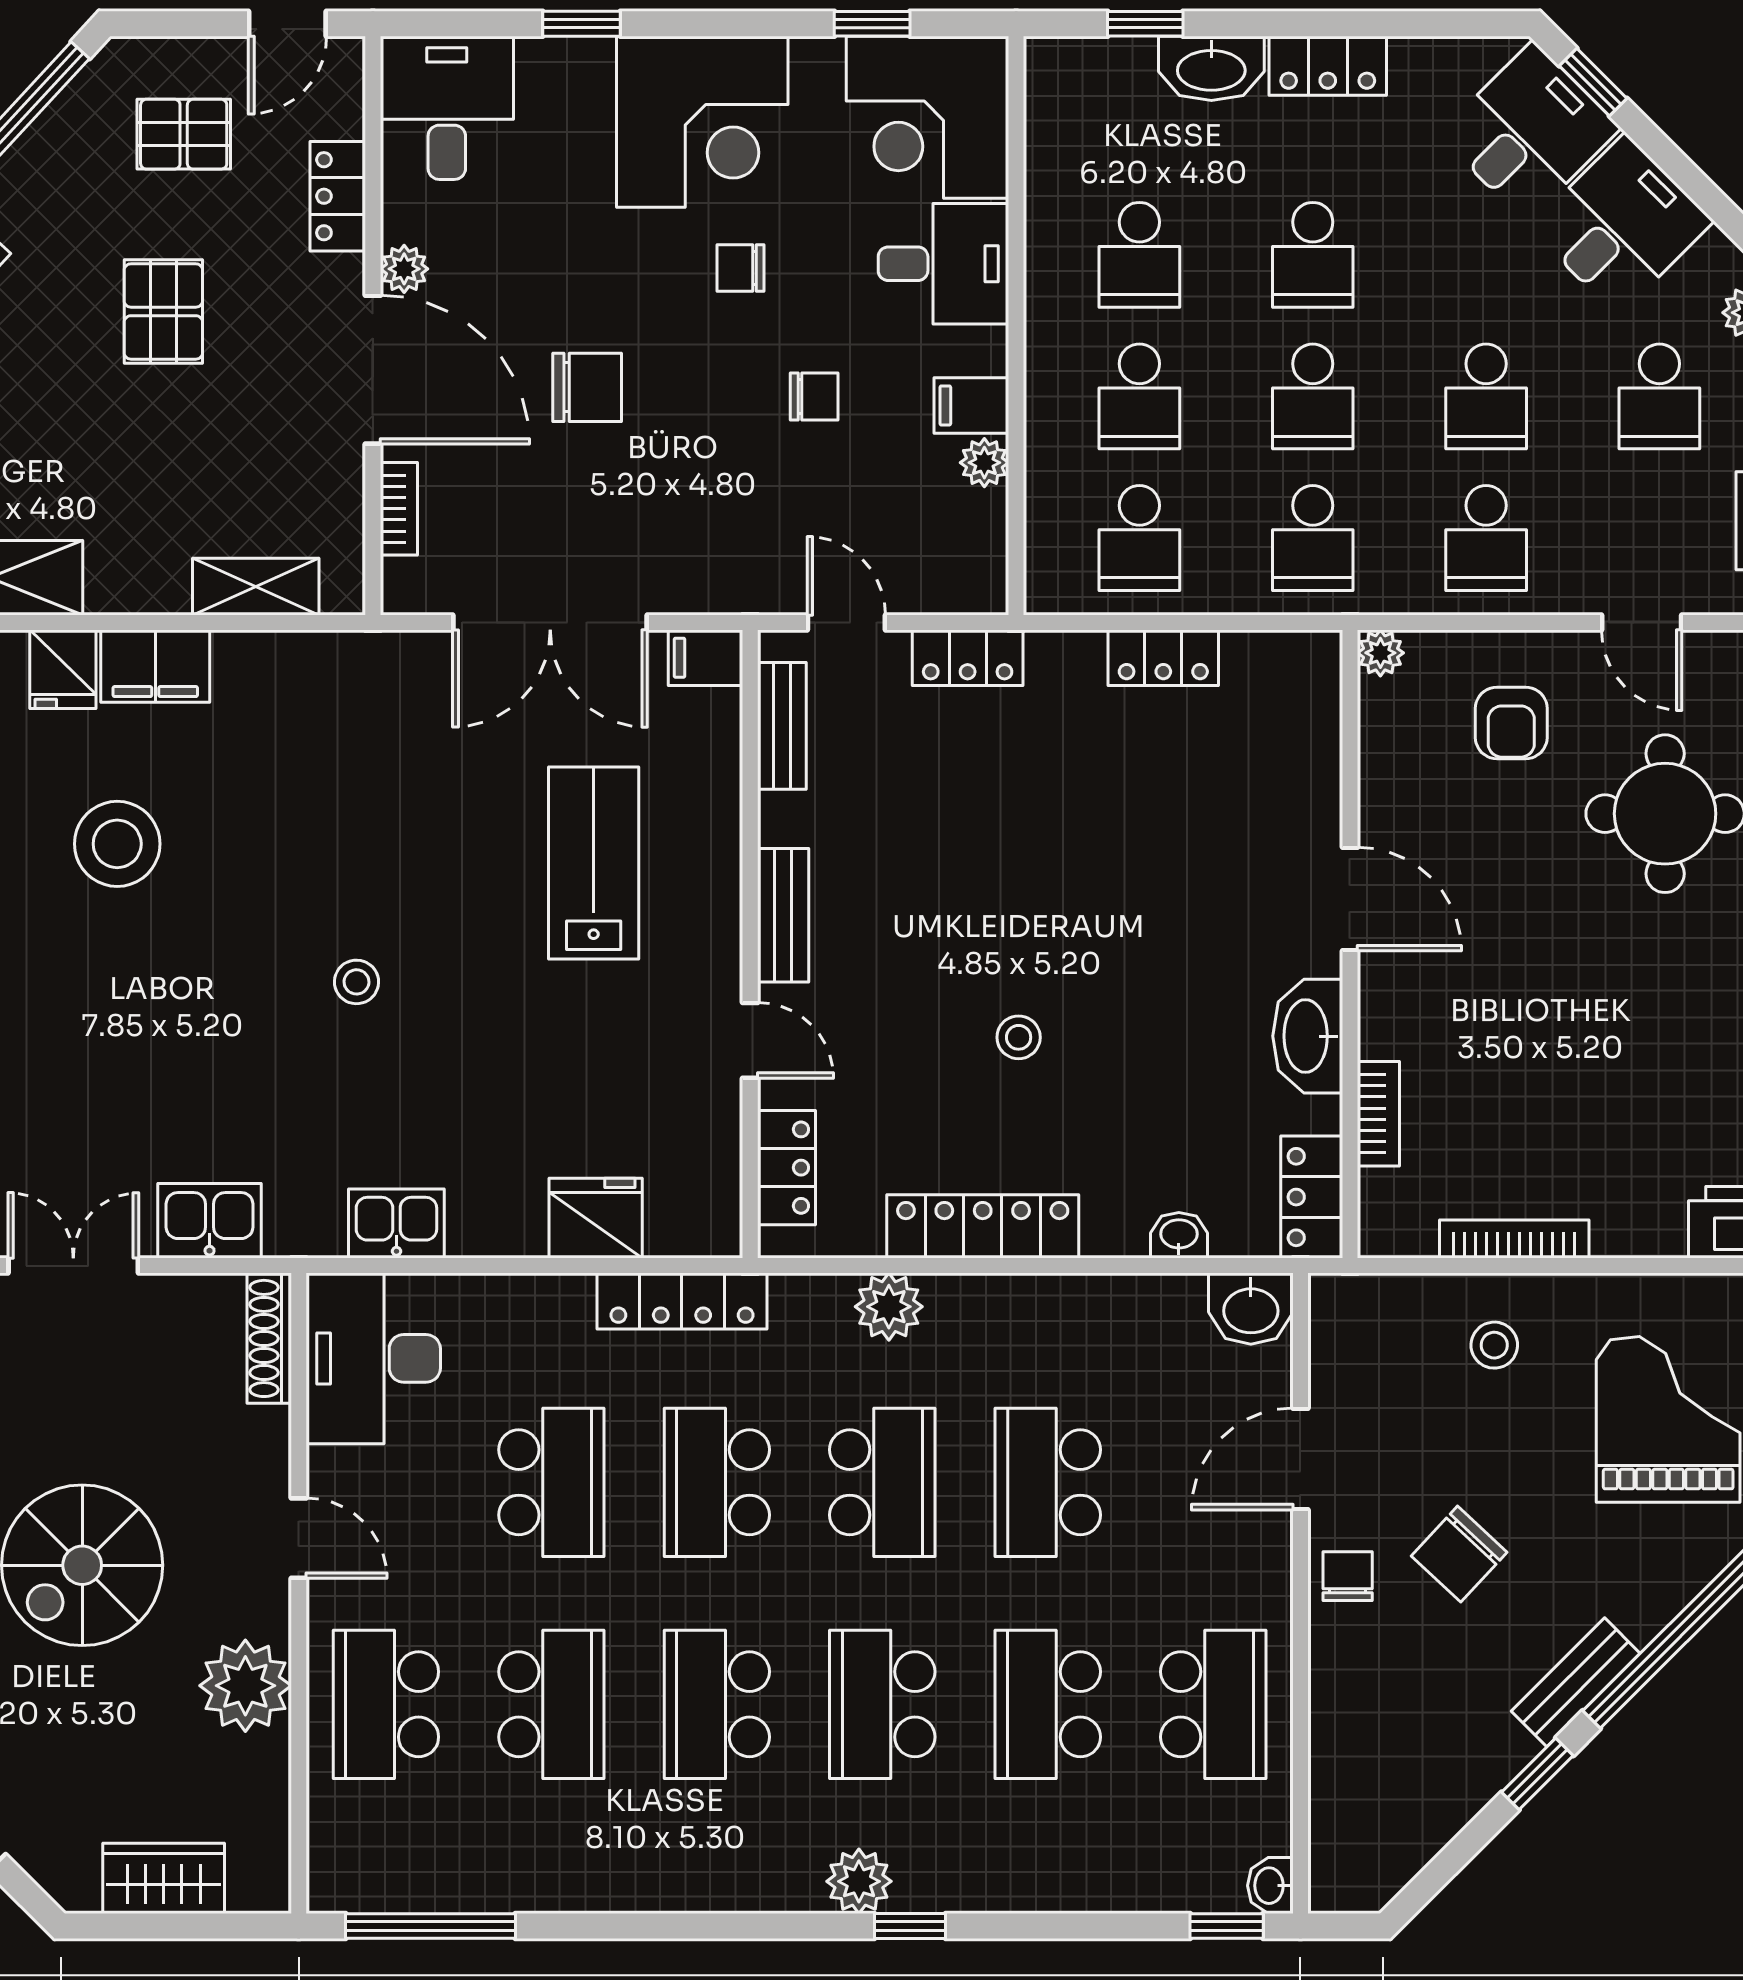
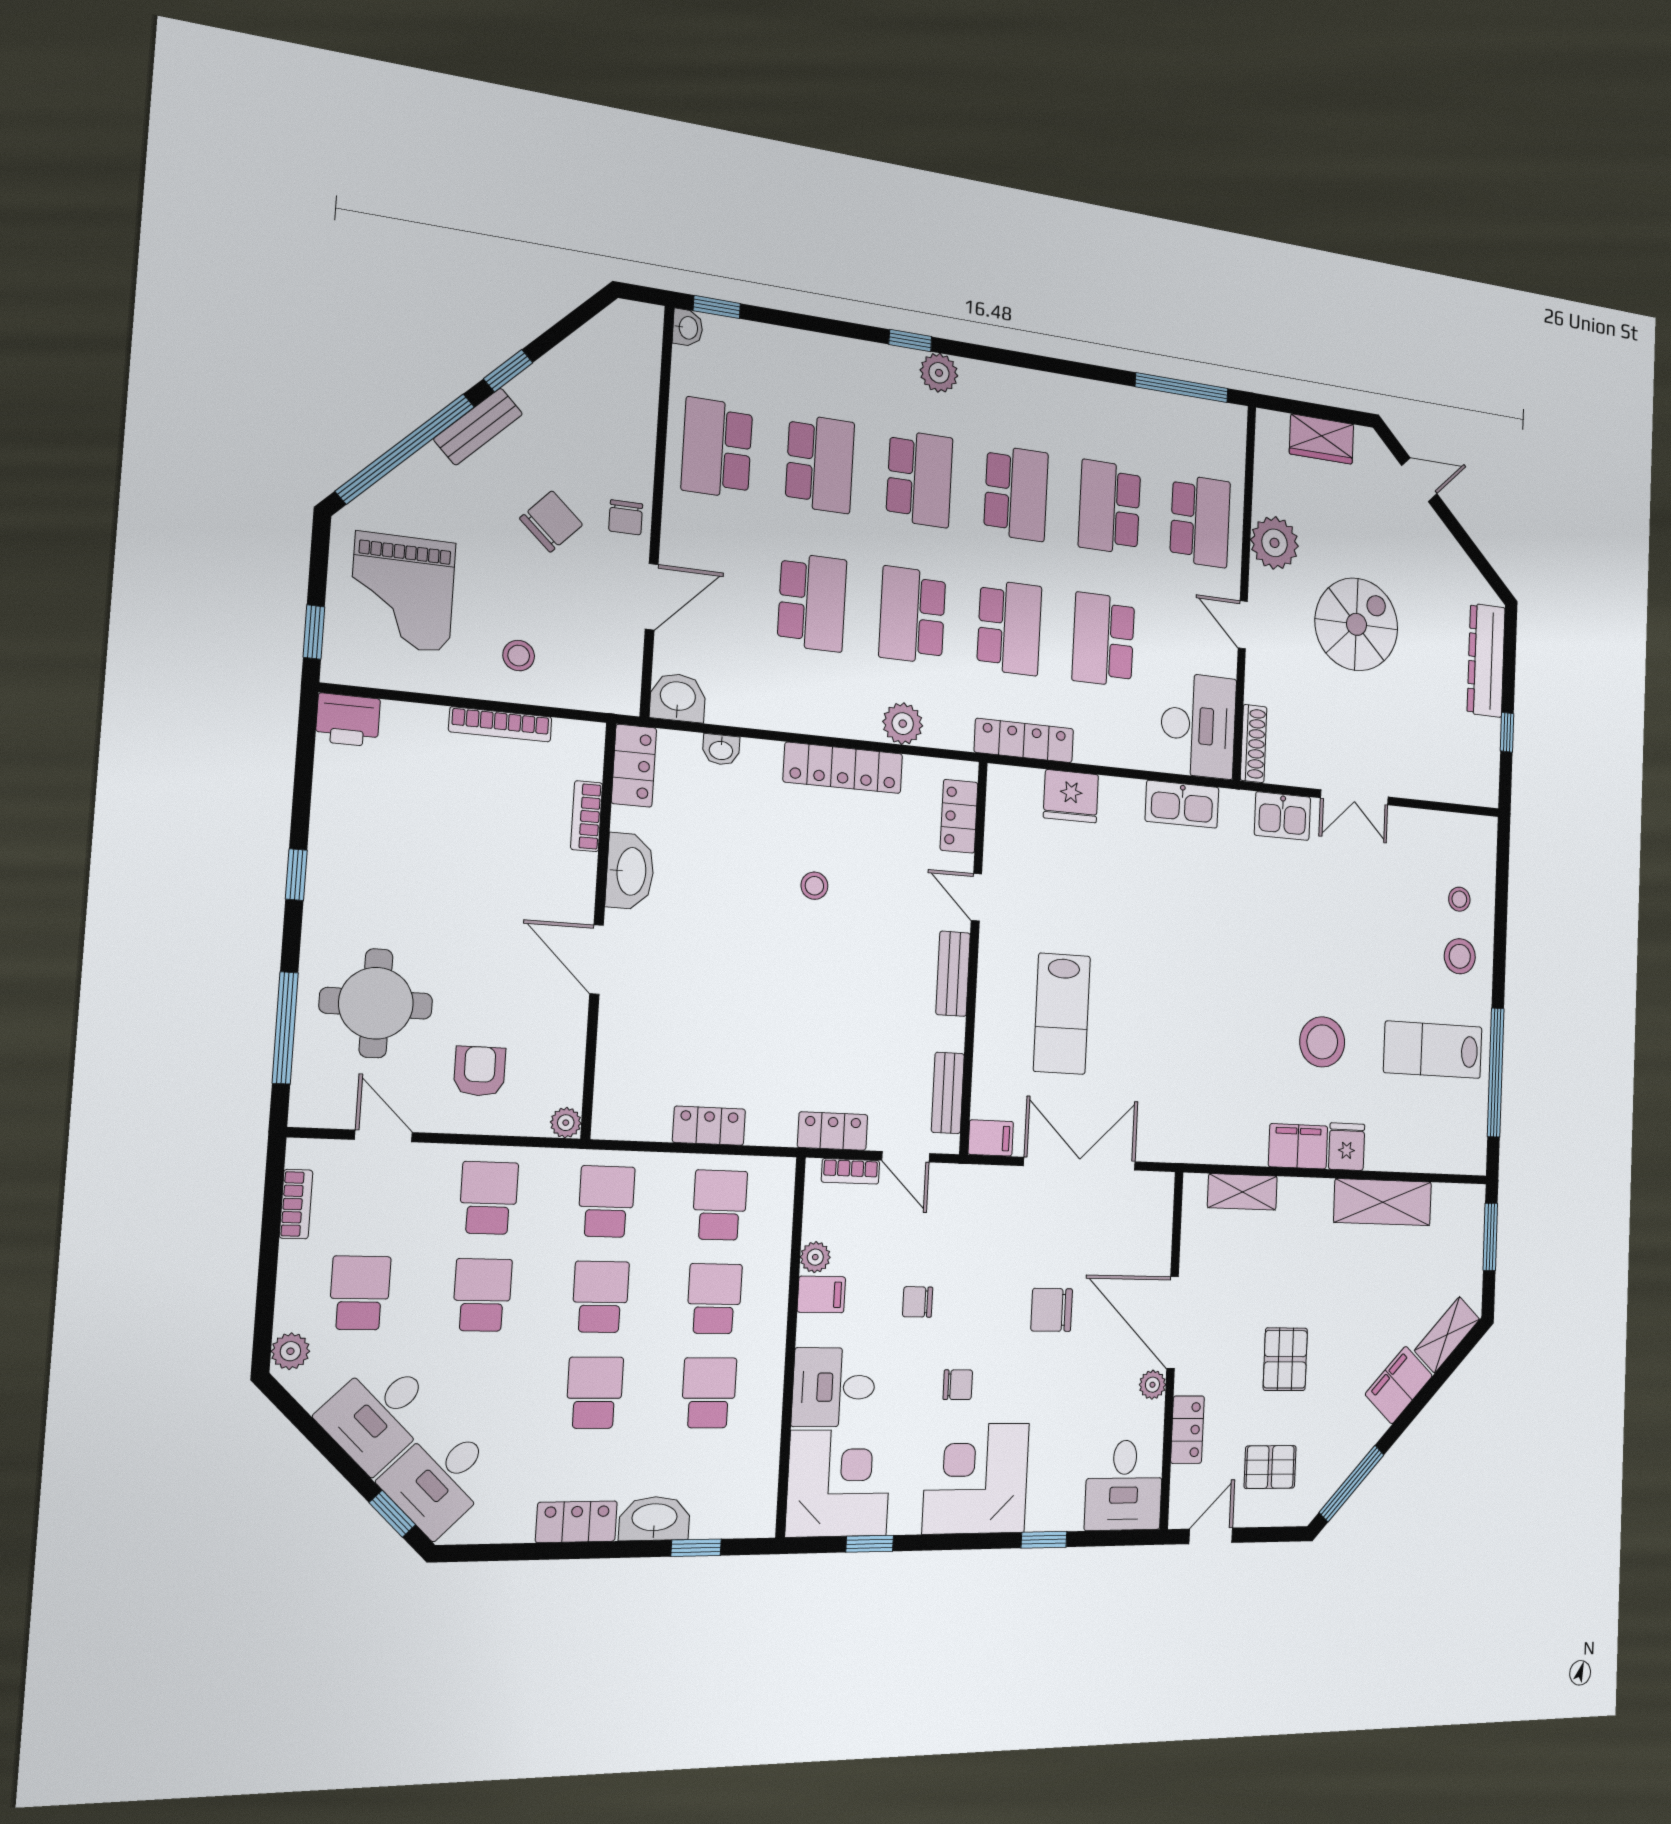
bookcase: (399, 509) -> (851, 1171), moved, turned -90
stool: (356, 982) -> (1198, 951), removed
kitchen sink: (396, 1224) -> (1182, 804), width x1.38

